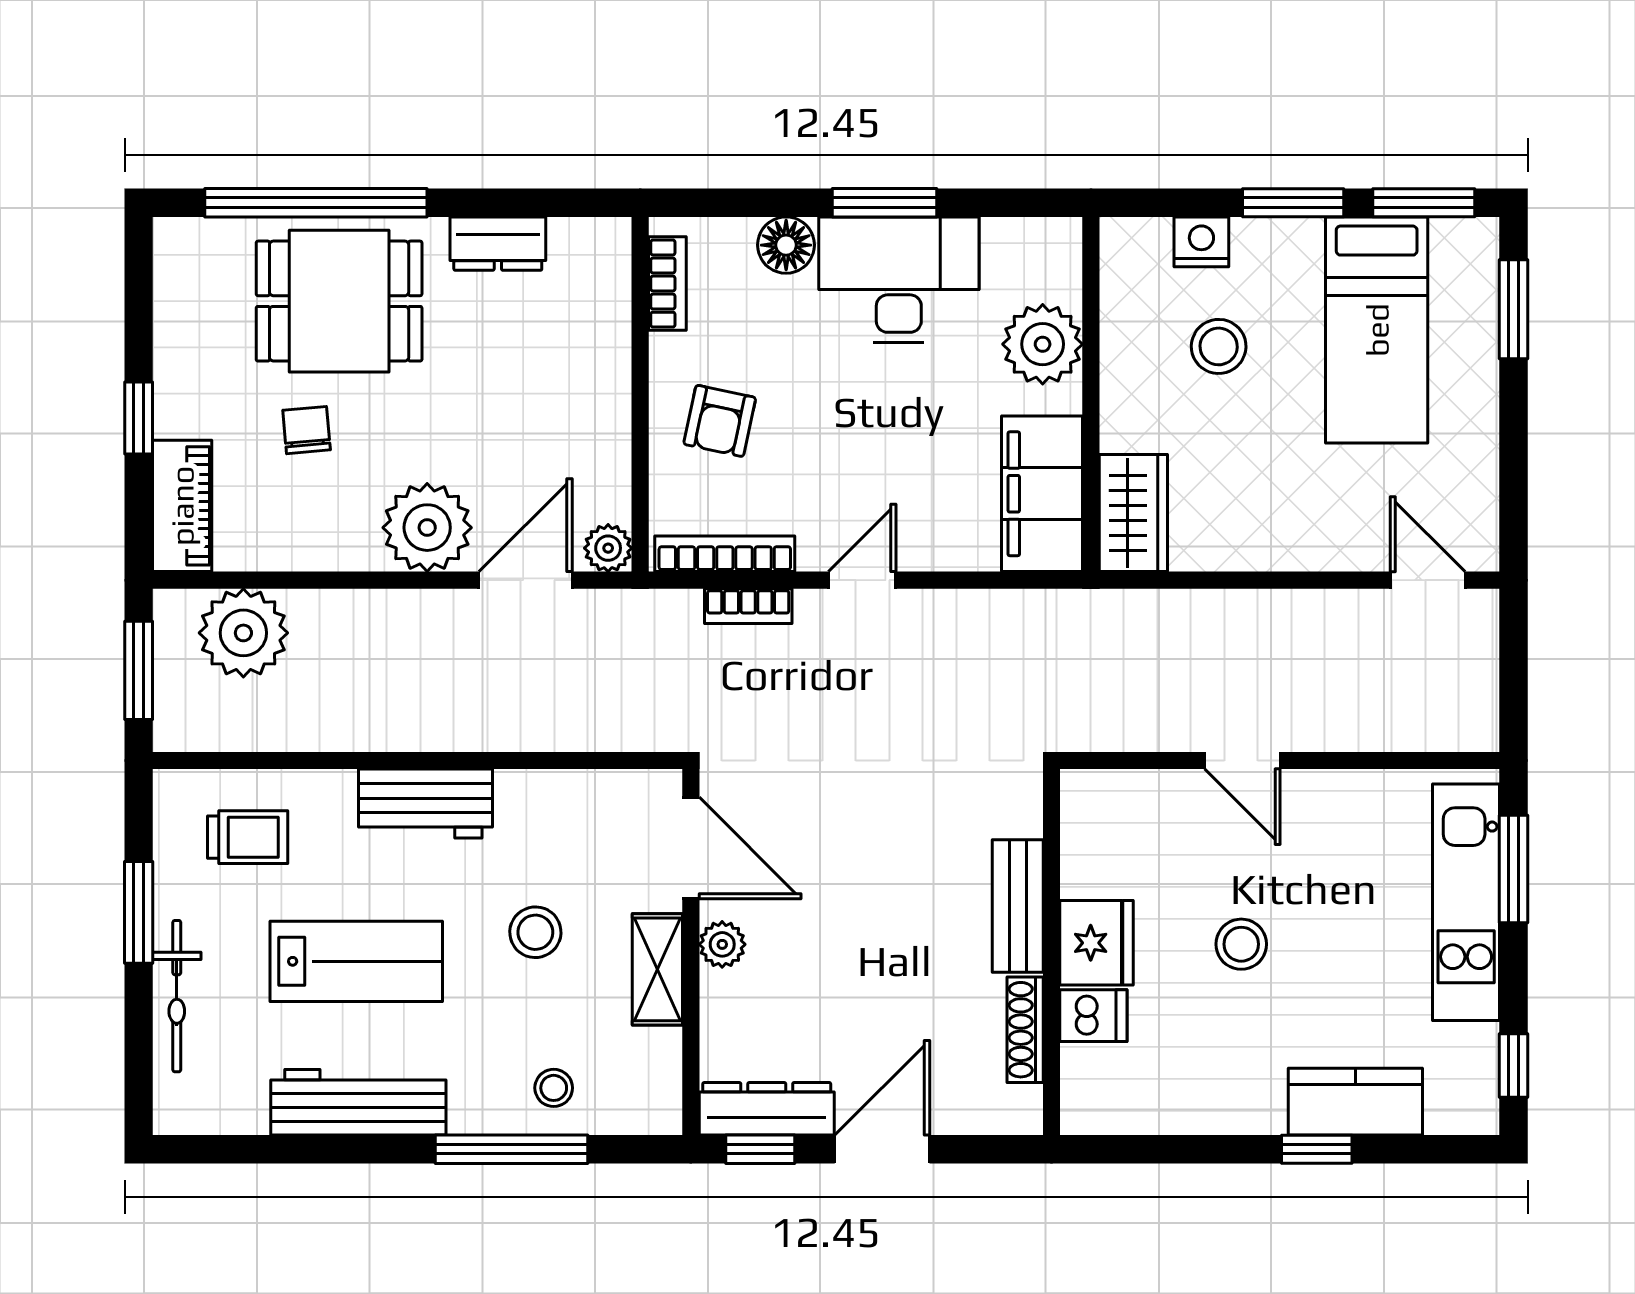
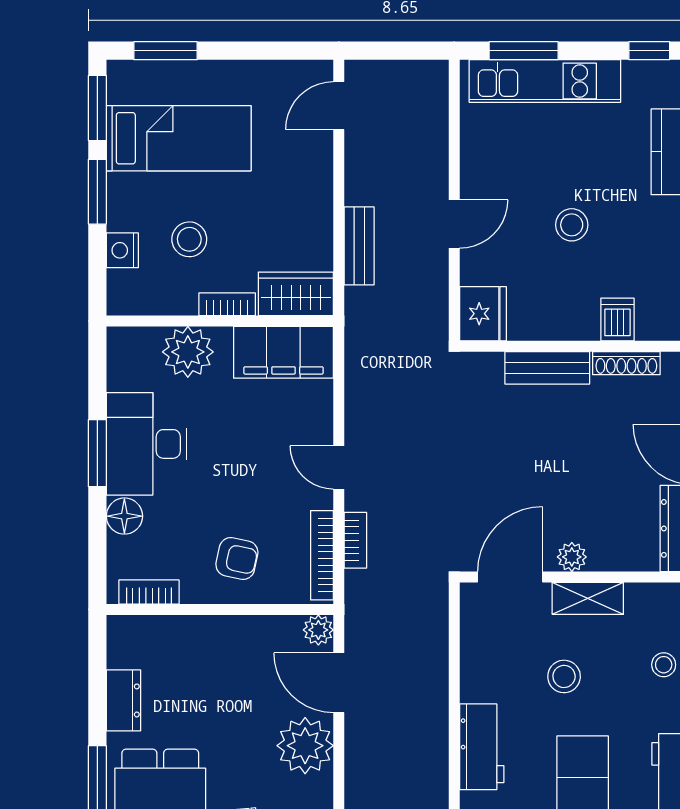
bookcase: (1117, 406) -> (227, 304), added
bench: (1208, 612) -> (359, 246), added
fridge: (1096, 943) -> (483, 314), moved, turned 90

